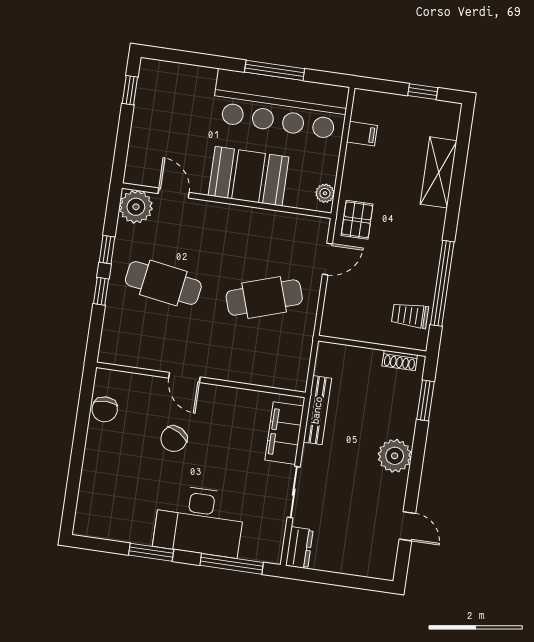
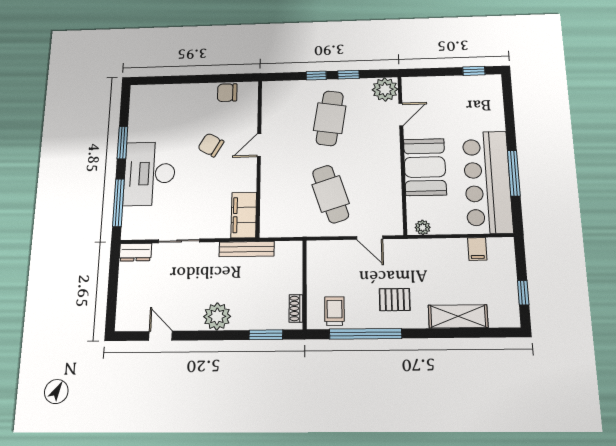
pallet: (357, 220) -> (395, 300), moved
filing cabinet: (284, 433) -> (244, 215), moved, turned -90
door: (407, 526) -> (160, 336), swing flipped

